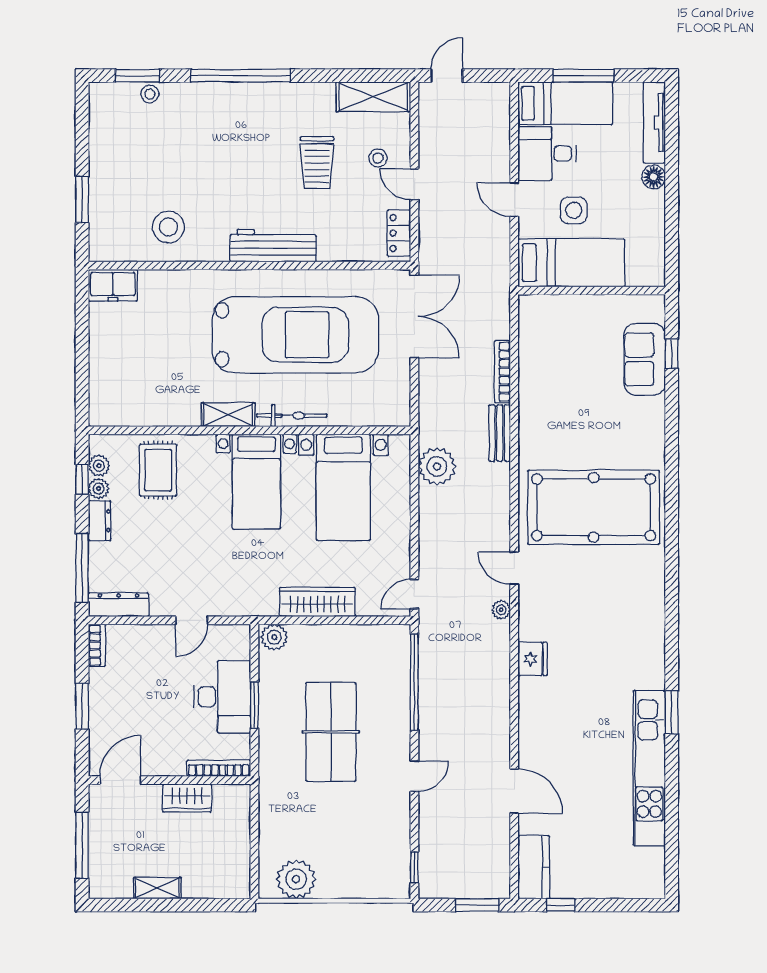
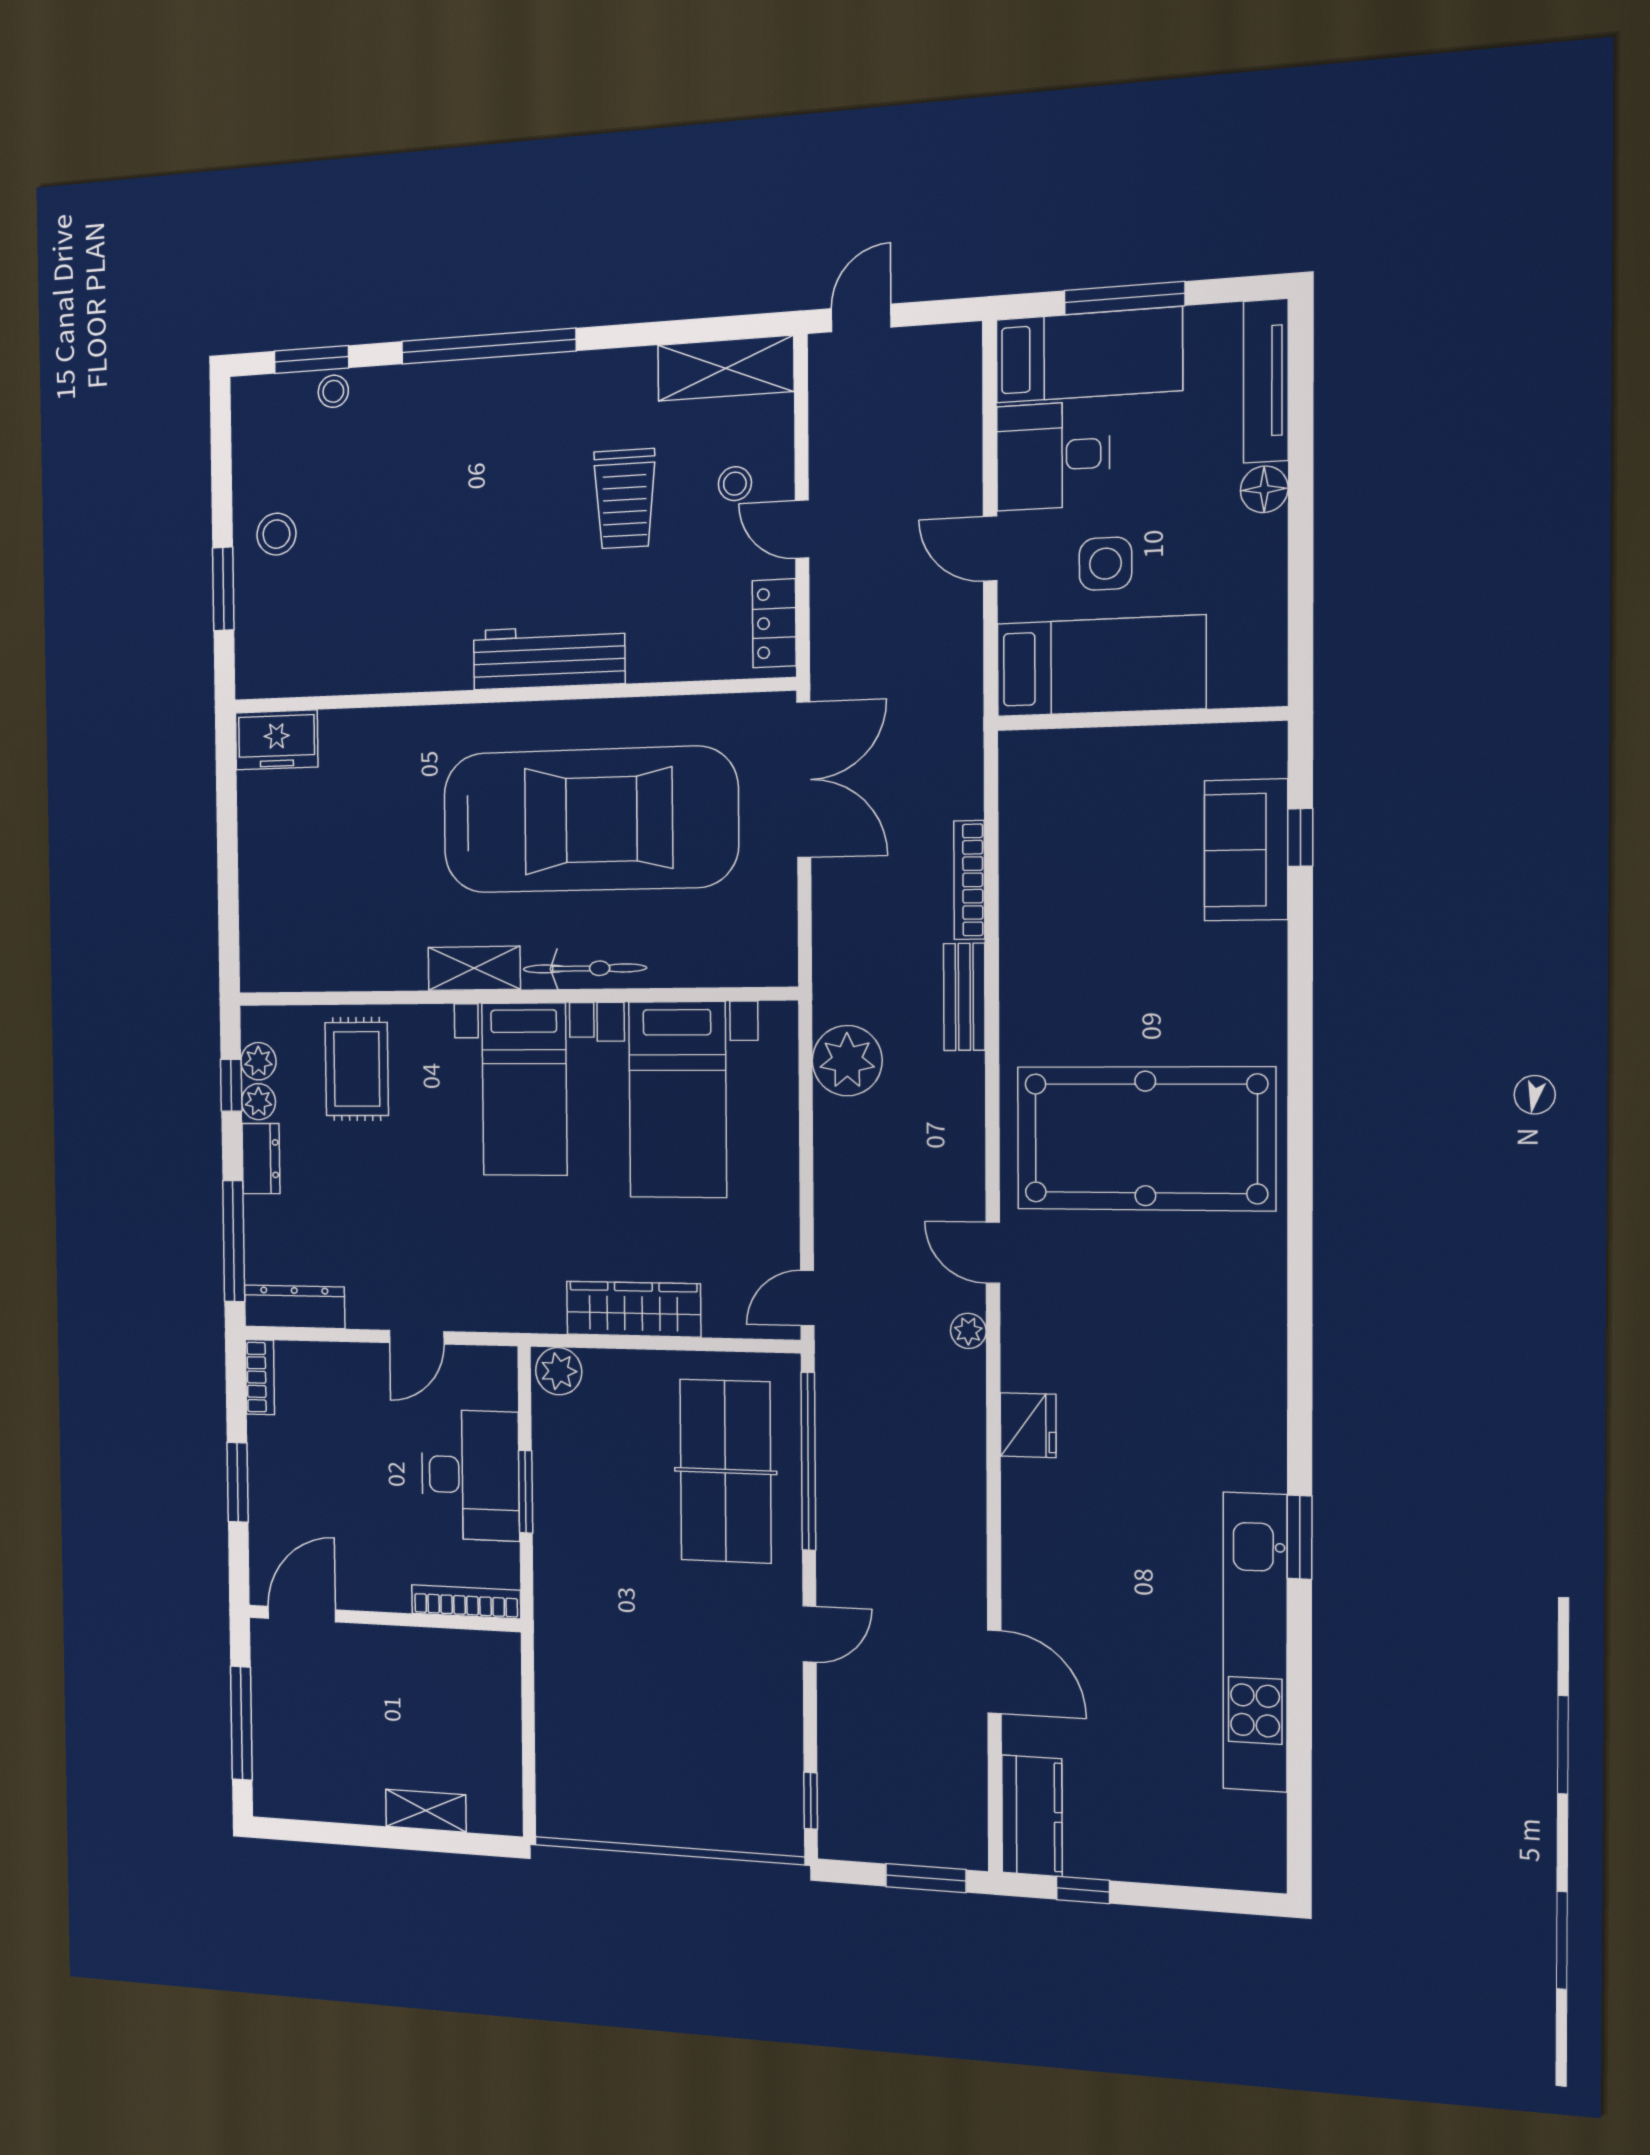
stool: (168, 227) -> (276, 534), moved, width x0.73, depth x0.73
table tennis table: (331, 732) -> (725, 1471), moved
wardrobe: (187, 798) -> (413, 1652), removed
plant: (296, 879) -> (601, 1808), removed
shelving: (157, 888) -> (426, 1811), moved

